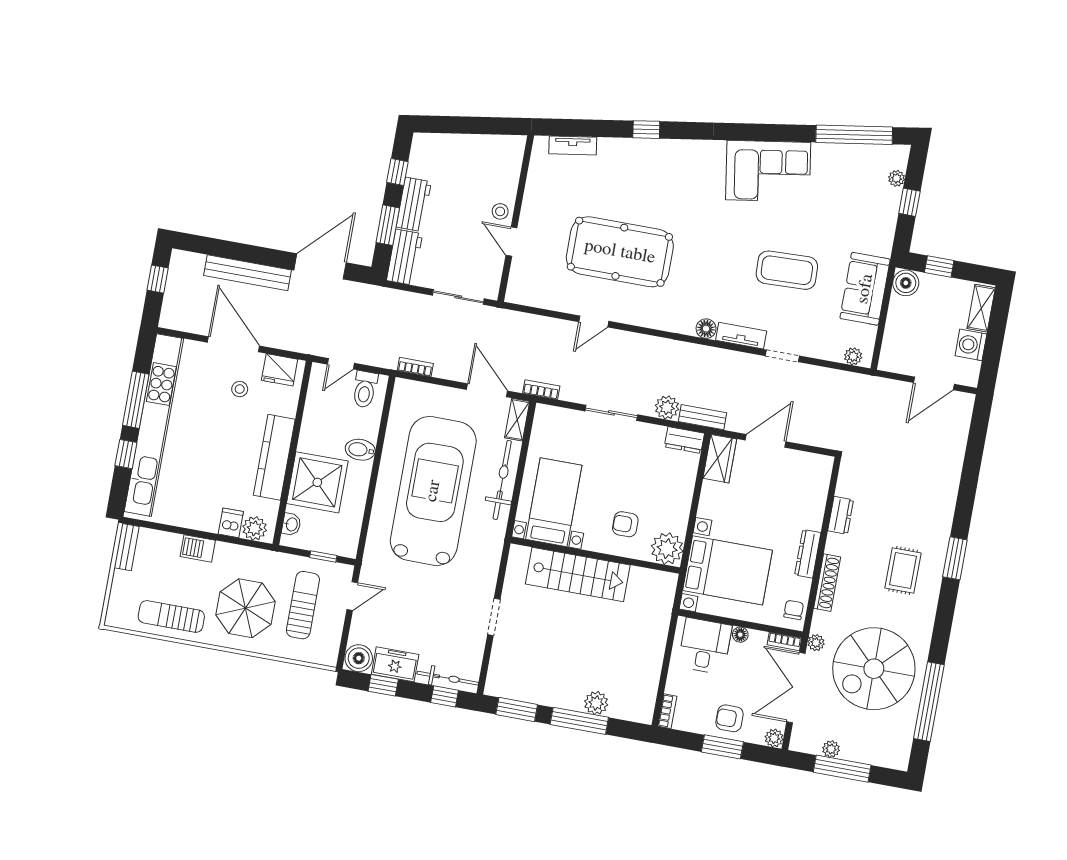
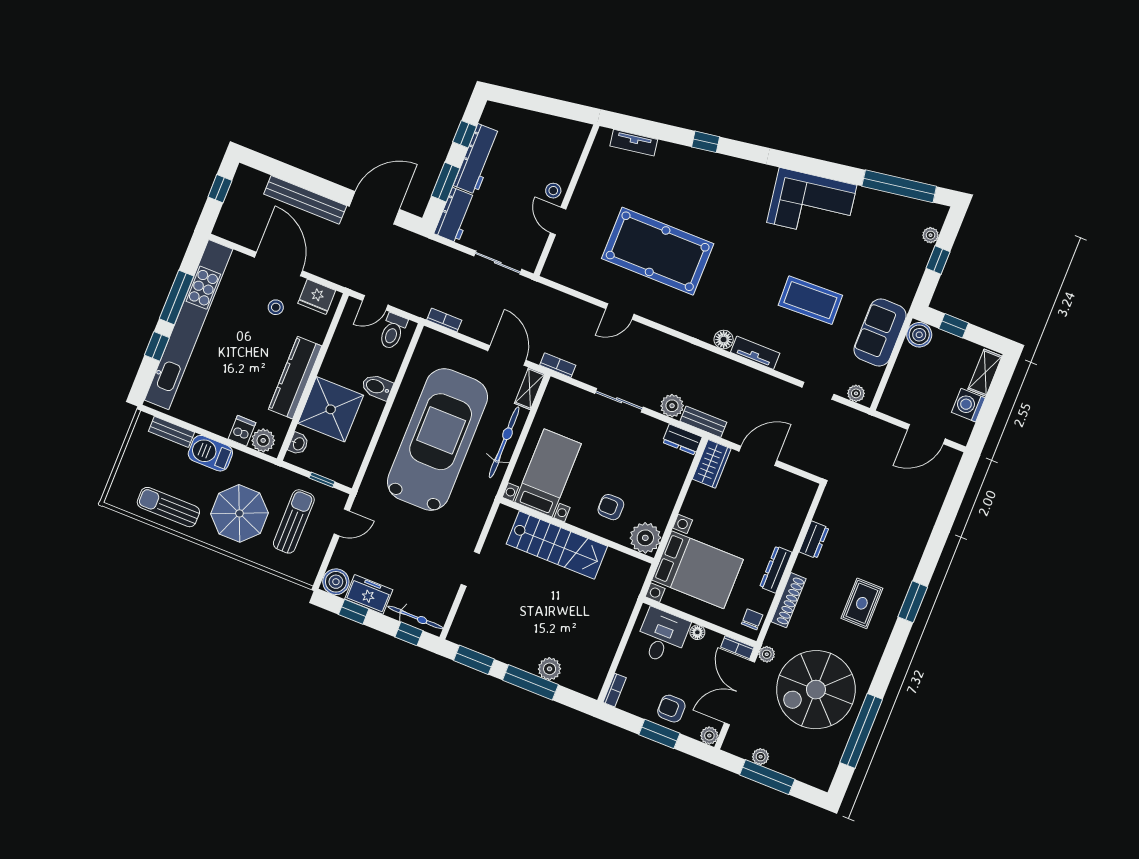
workbench: (414, 204) -> (477, 159), width x1.38
doorway: (782, 356) -> (818, 391), moved
bench: (127, 547) -> (171, 432), moved, turned 90
barbecue: (198, 548) -> (210, 453), width x1.38, depth x1.27

